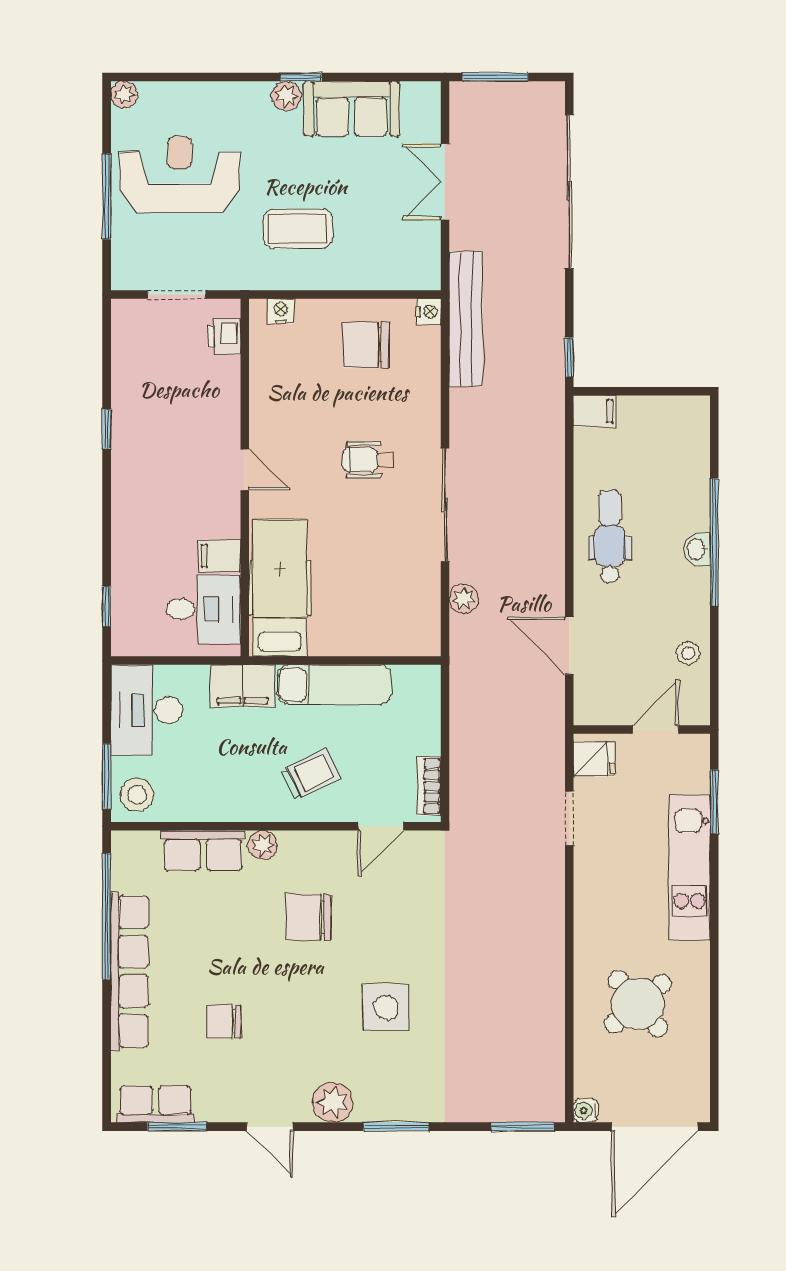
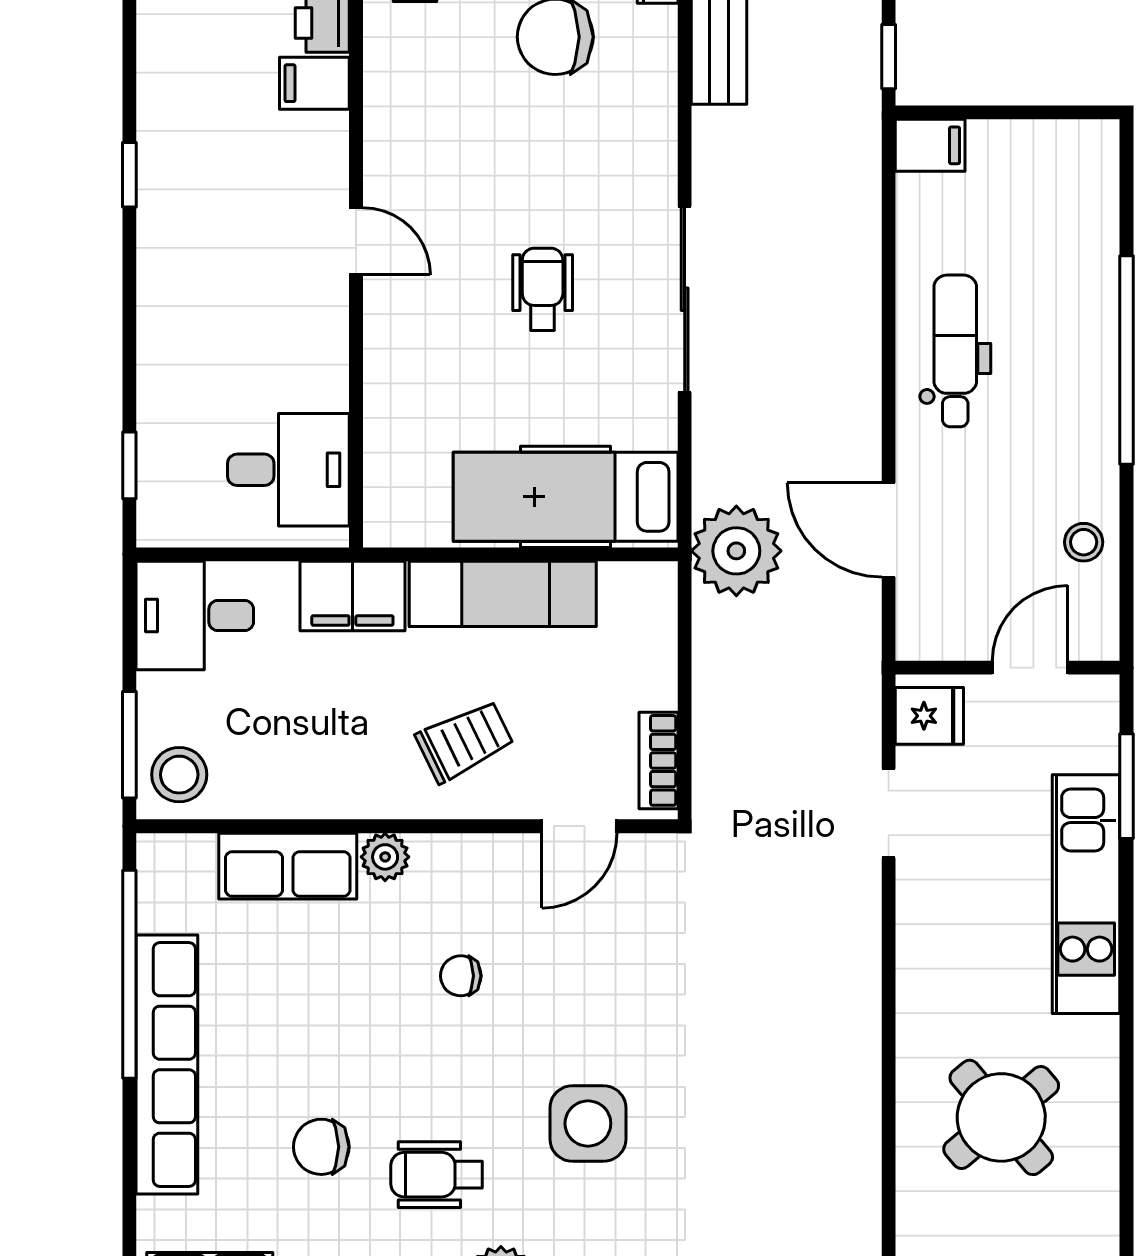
wheelchair: (368, 460) -> (543, 289), moved, turned 90
washbasin: (697, 549) -> (1098, 371), removed
filing cabinet: (219, 556) -> (314, 83), moved
hospital bed: (280, 588) -> (566, 497), moved, turned -90
plant: (464, 599) -> (736, 551), moved, width x1.88, depth x1.88
desk: (147, 710) -> (195, 616), width x0.73
chair: (309, 917) -> (461, 976), width x0.54, depth x0.54
wheelchair: (294, 1039) -> (437, 1175), added

